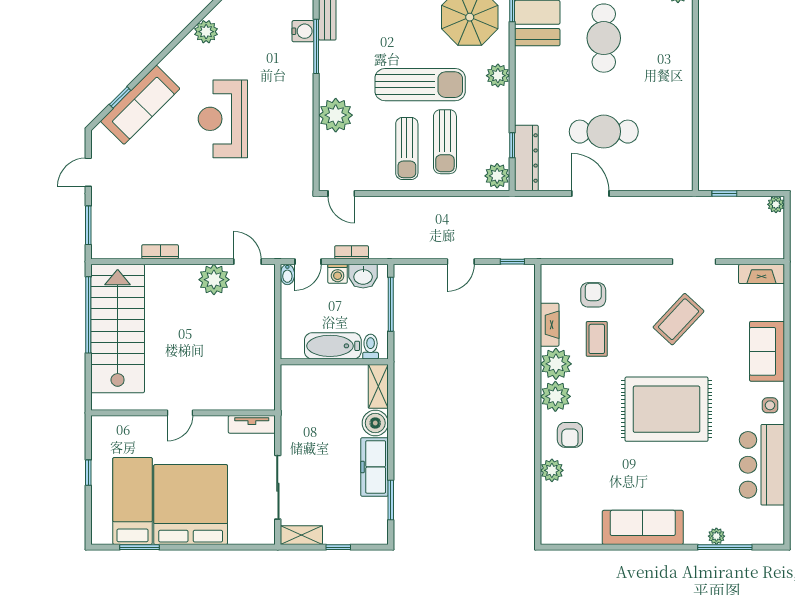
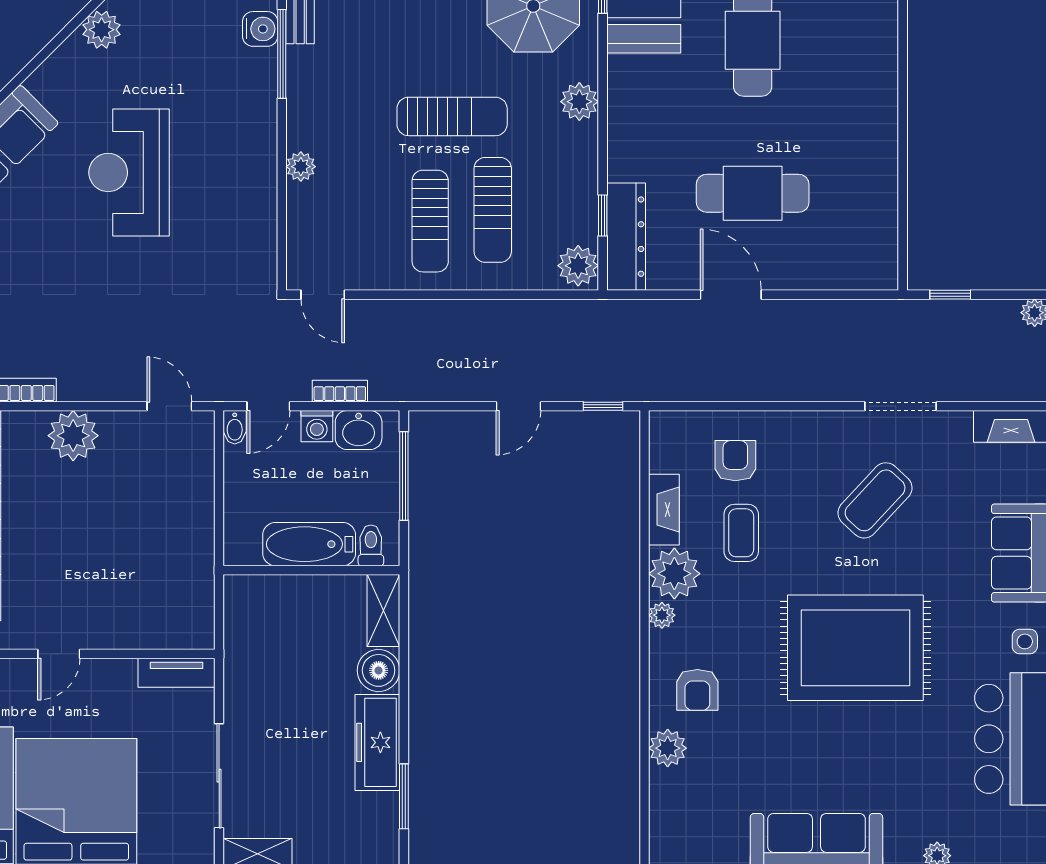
sun lounger: (420, 85) -> (452, 116), width x0.73, depth x0.75
plant: (336, 115) -> (301, 167), width x0.53, depth x0.53
plant: (214, 280) -> (73, 436), moved
plant: (555, 396) -> (662, 615), width x0.53, depth x0.53

